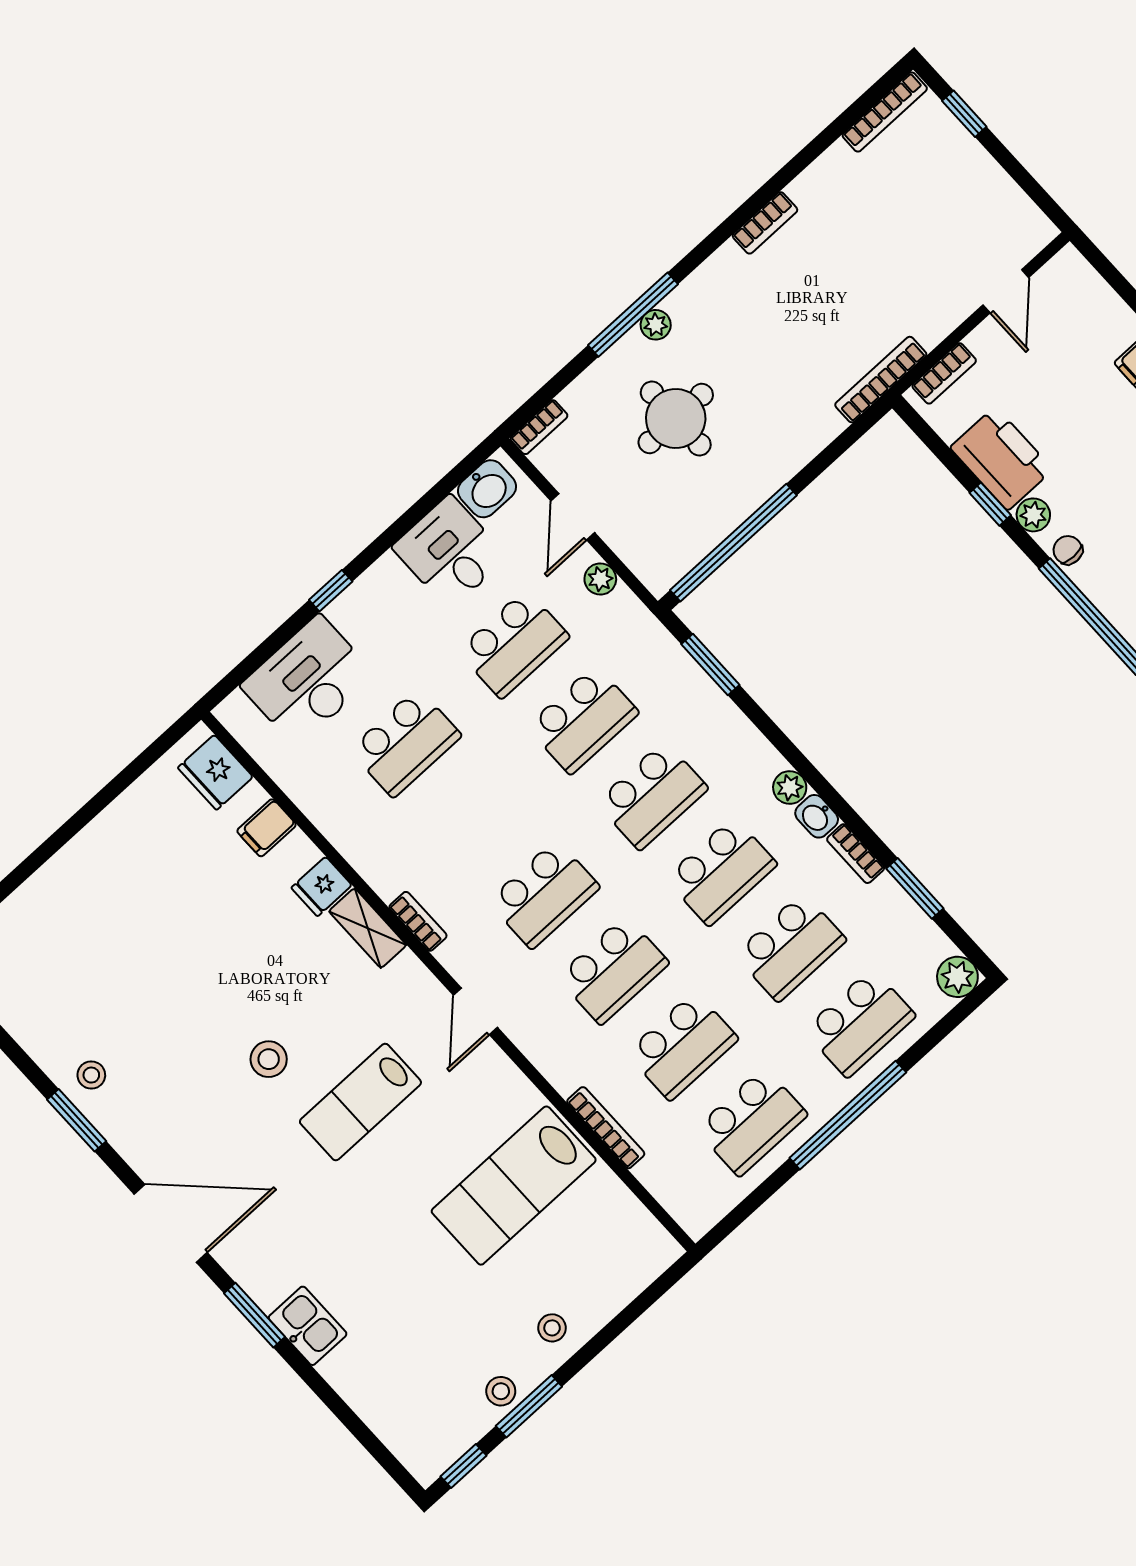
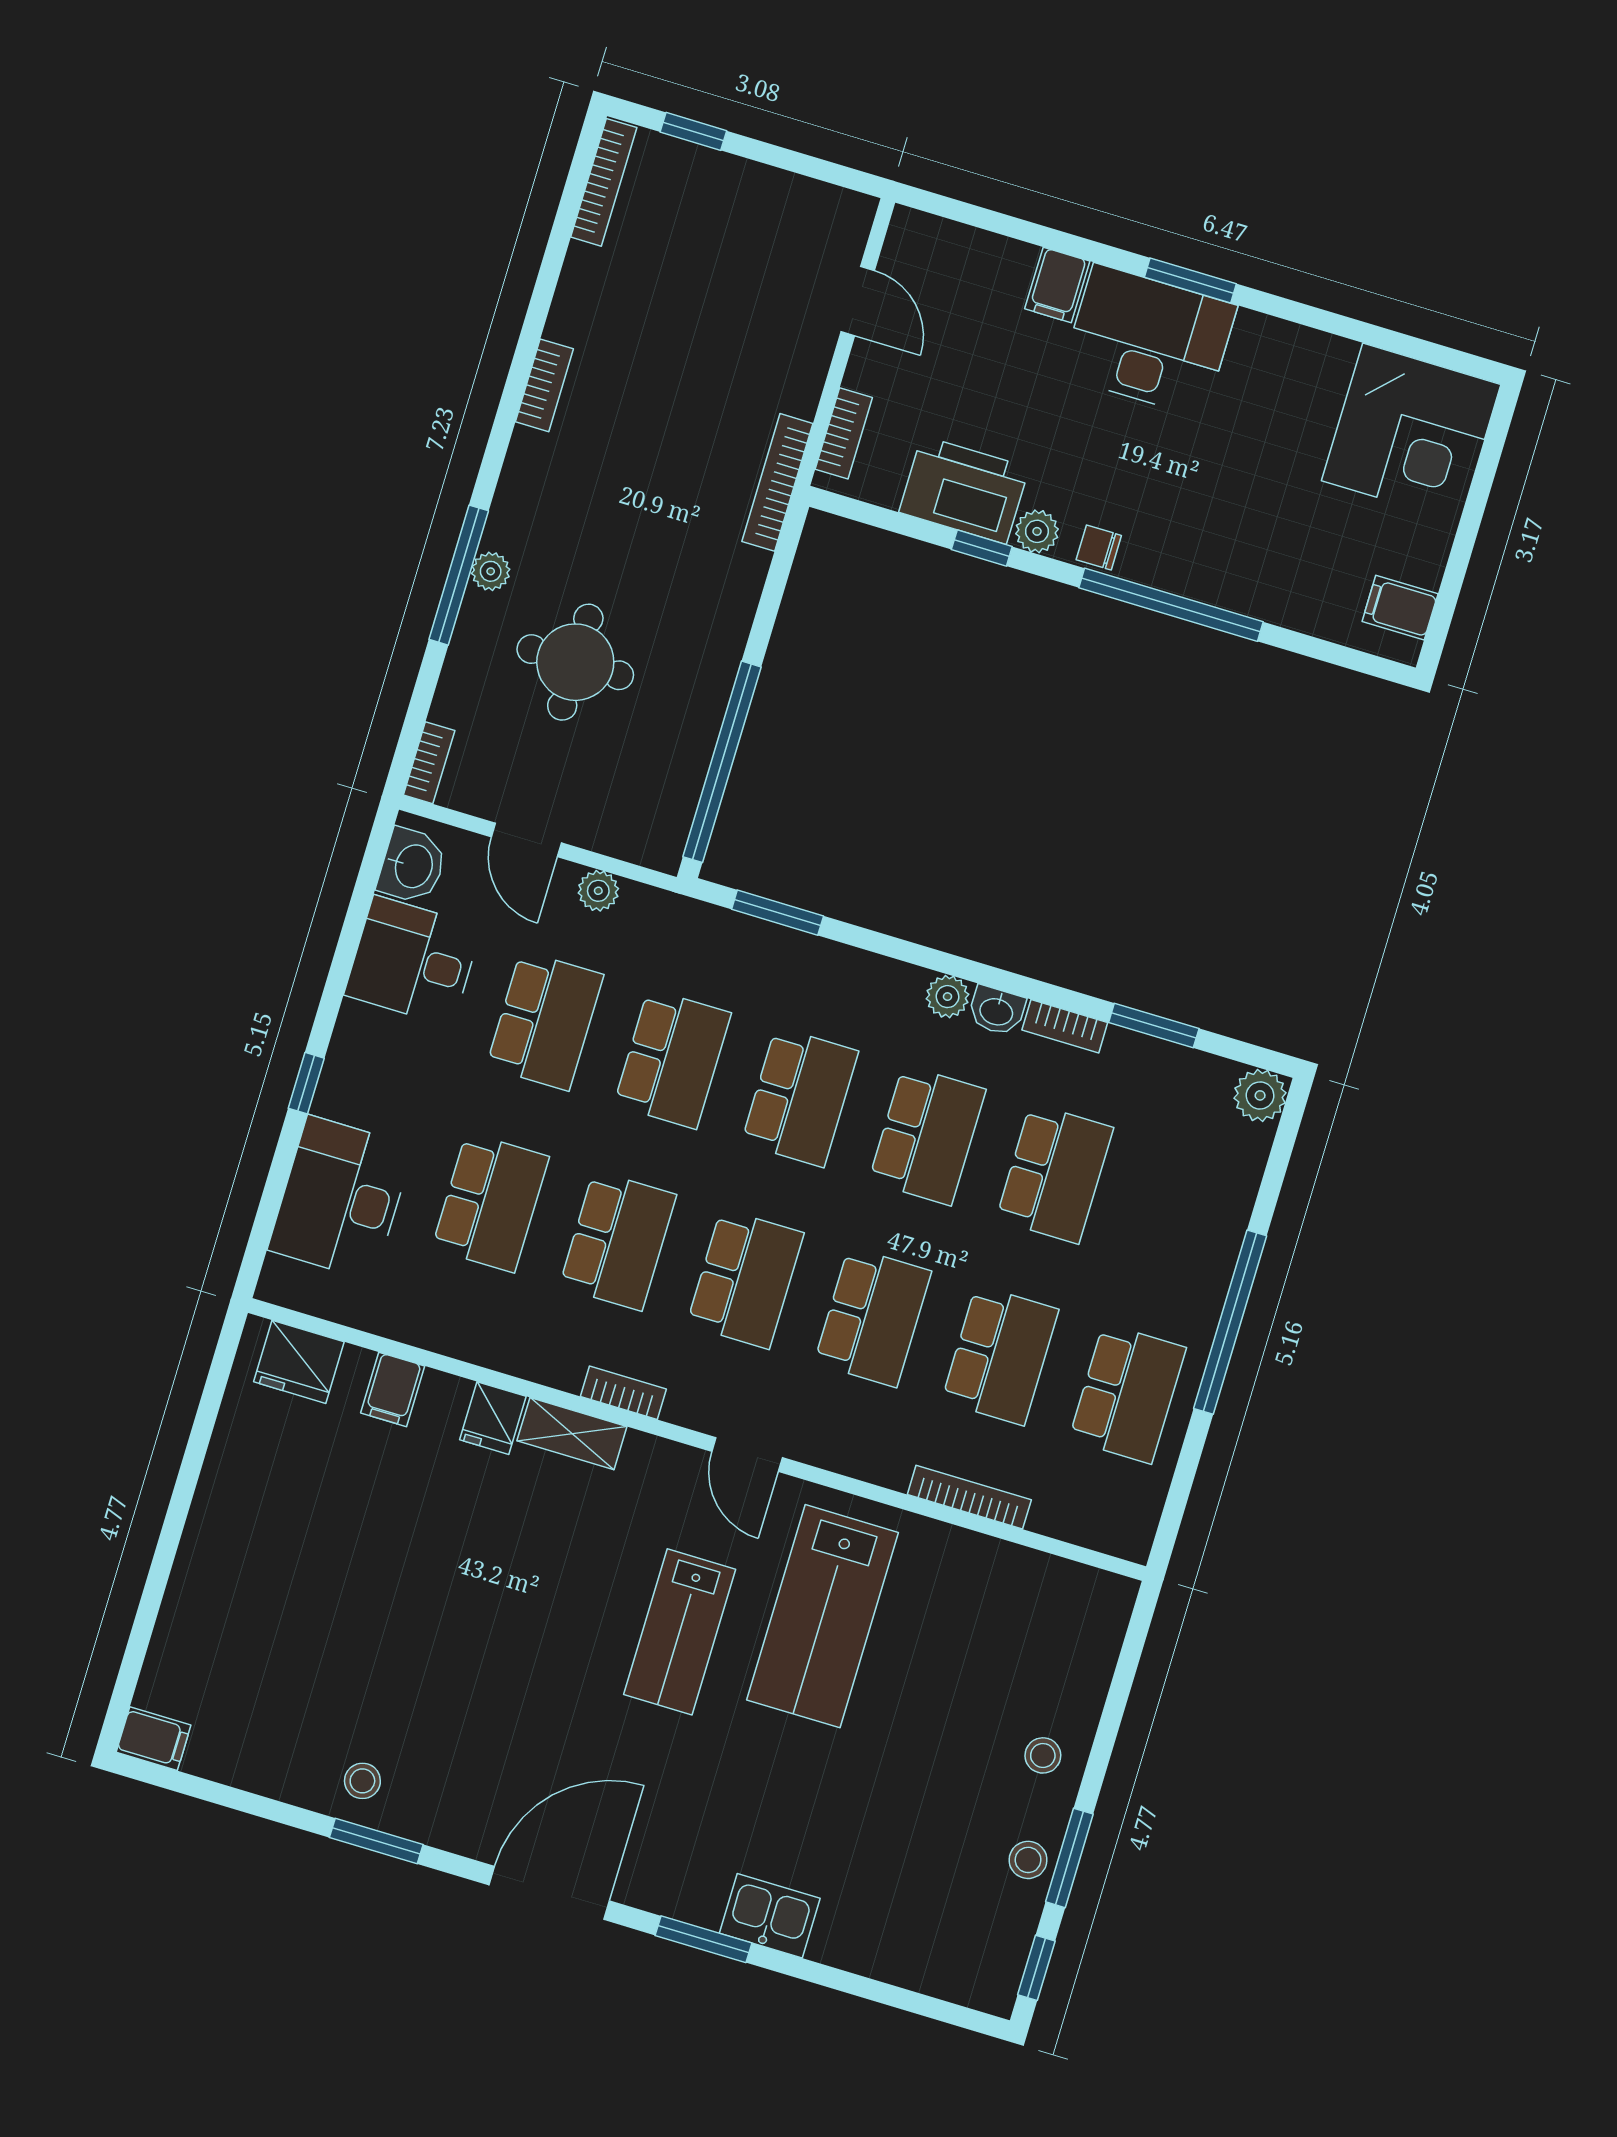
school desk: (860, 1023) -> (618, 1241), moved
stool: (269, 1059) -> (549, 1645), removed
lab bench: (514, 1186) -> (823, 1616), moved

